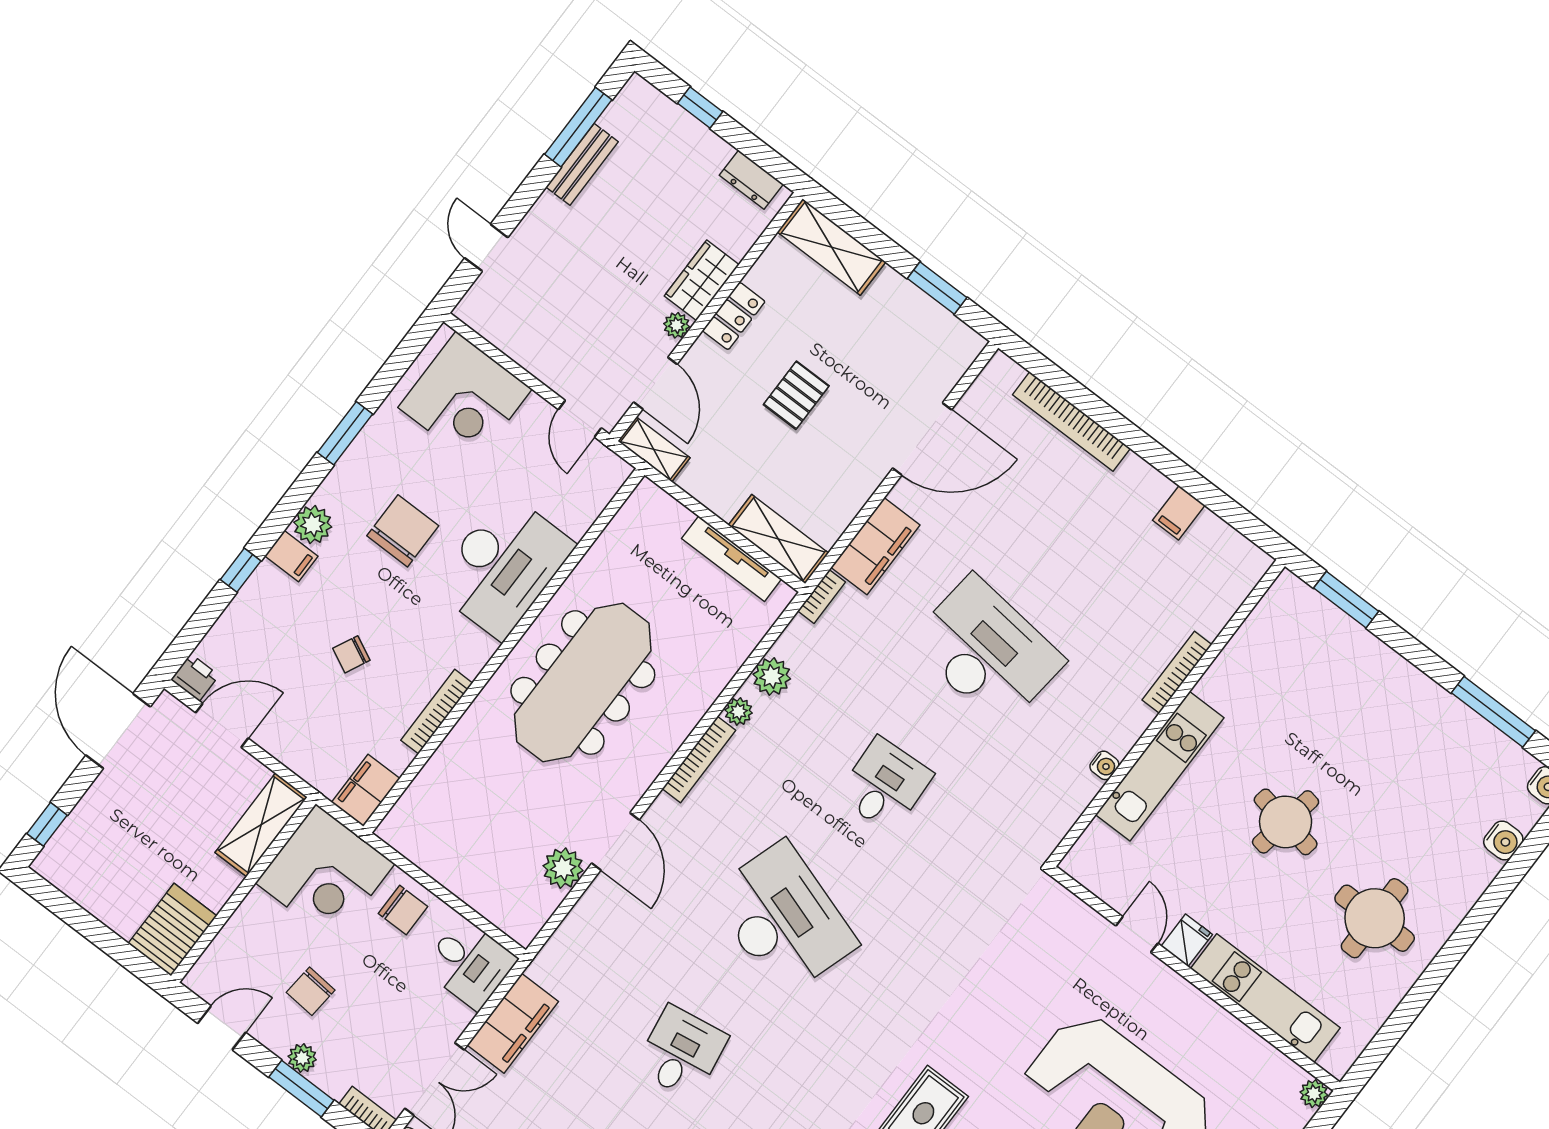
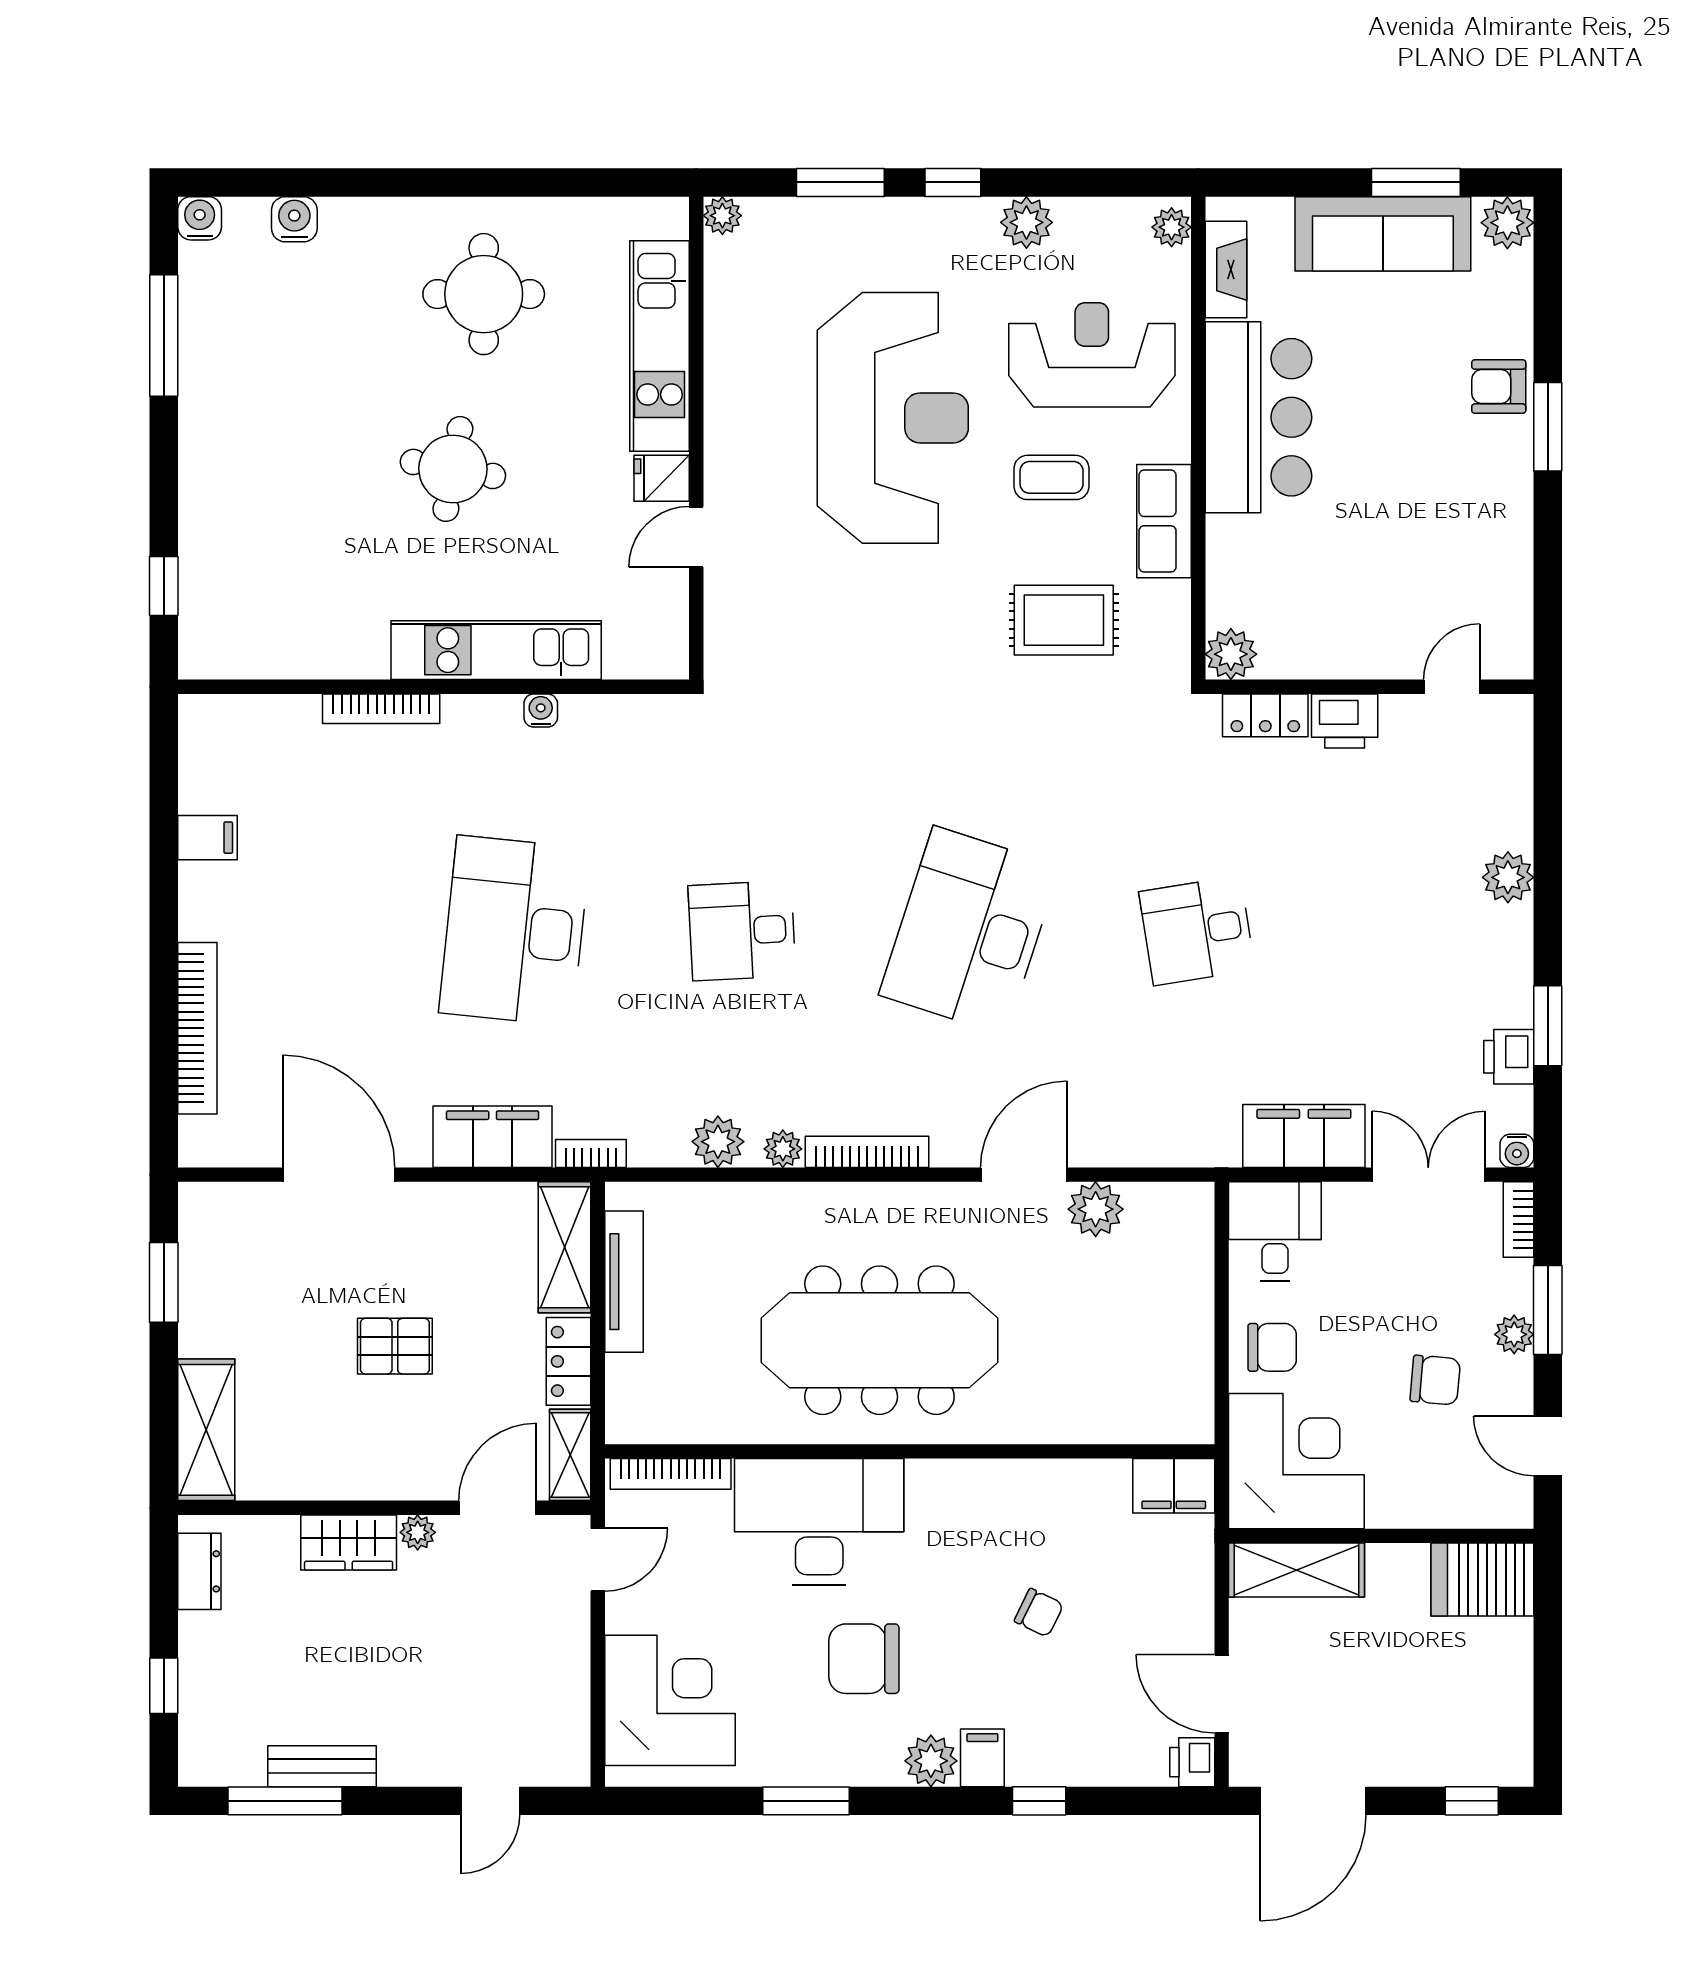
locker: (734, 316) -> (569, 1361), moved, turned -90
window: (1346, 600) -> (164, 586), width x0.67
bookcase: (437, 712) -> (671, 1474), moved
chair: (403, 910) -> (1272, 1347), turned 90

